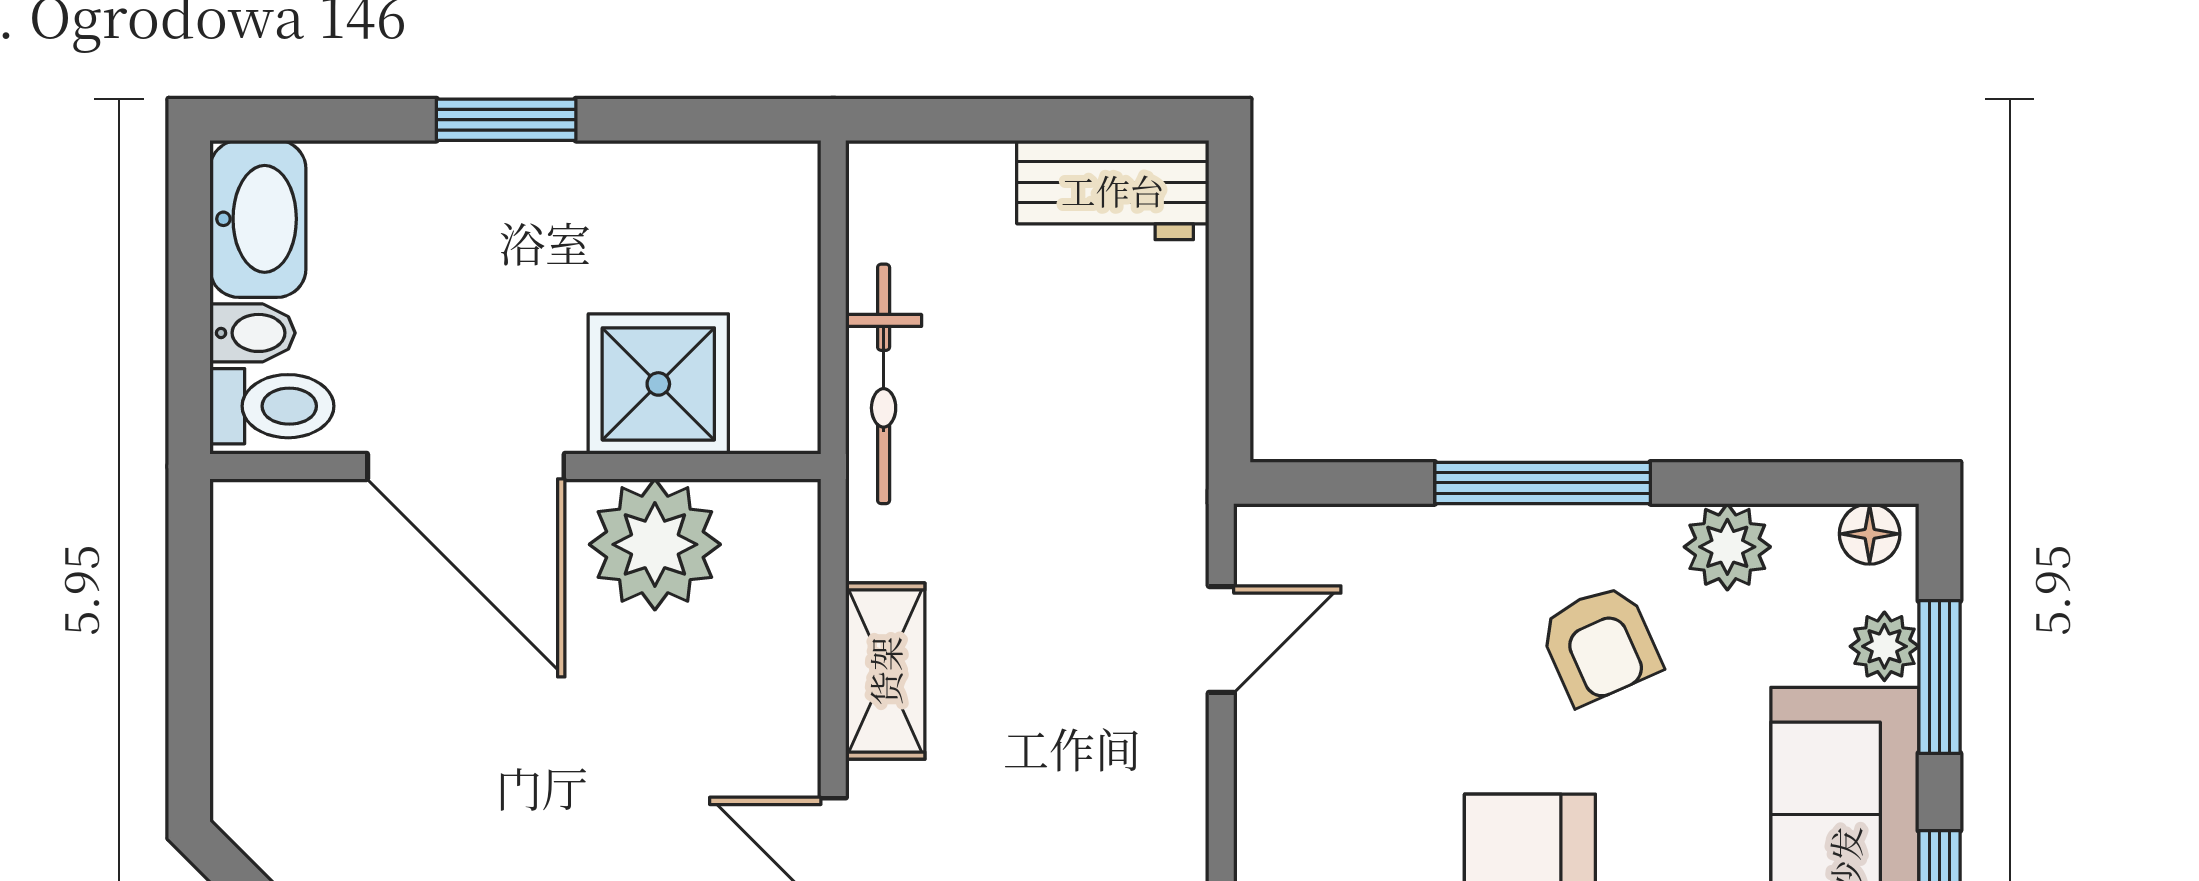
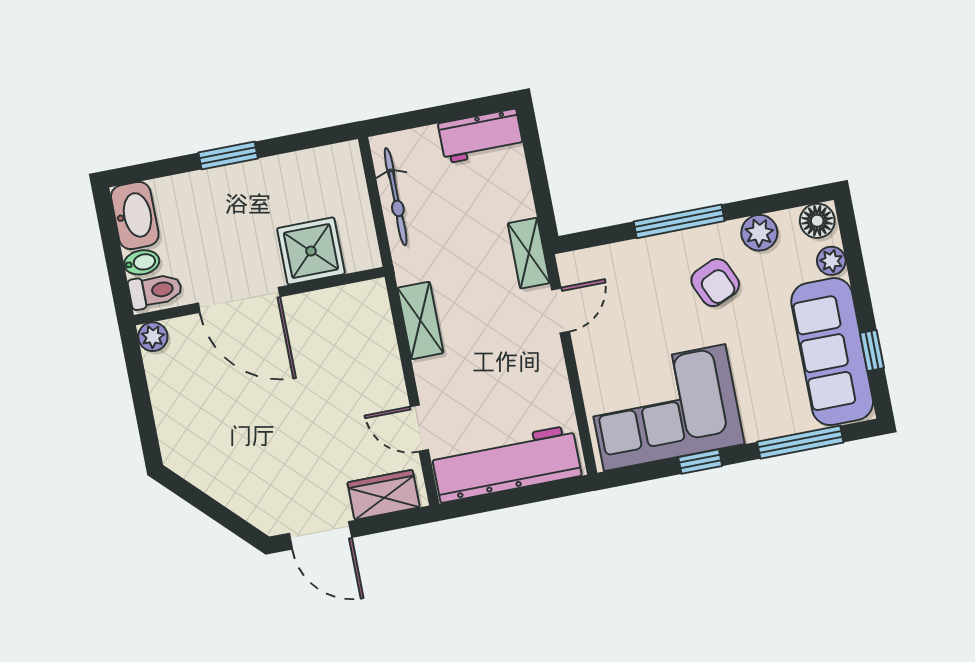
bicycle: (884, 384) -> (396, 197), moved
shelving: (1173, 489) -> (529, 253), added
floor lamp: (1870, 534) -> (817, 221), width x1.37, depth x1.37
plant: (655, 544) -> (153, 337), moved, width x0.53, depth x0.53
shelving: (885, 671) -> (420, 320), moved
window: (1939, 677) -> (856, 269), removed

